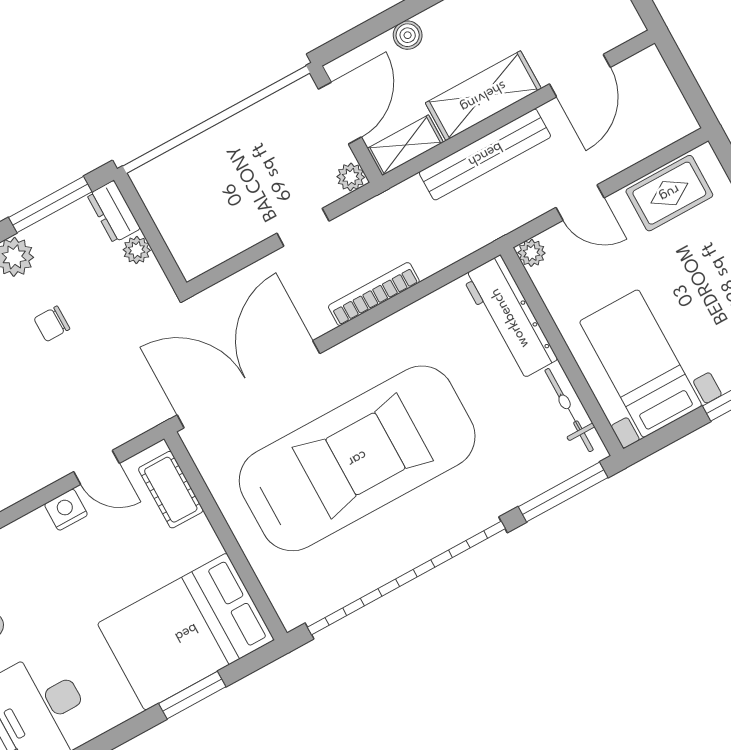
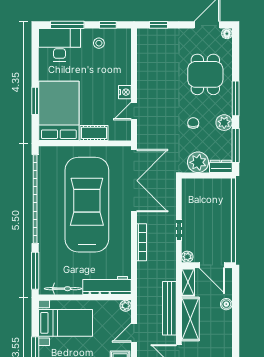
plant: (137, 250) -> (198, 162), width x1.87, depth x1.87
car: (357, 458) -> (87, 205), turned 180
cot: (171, 490) -> (94, 133), moved

